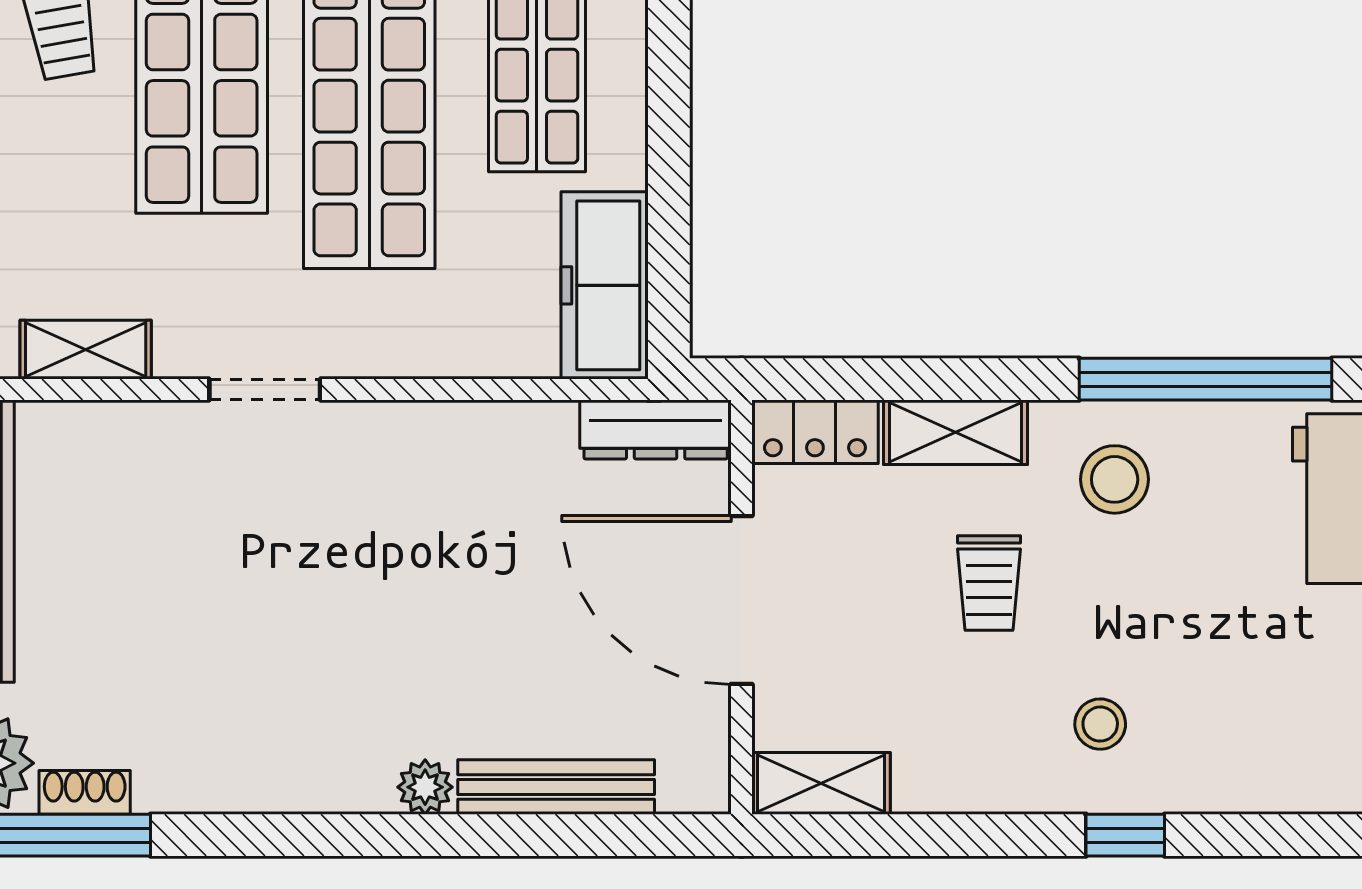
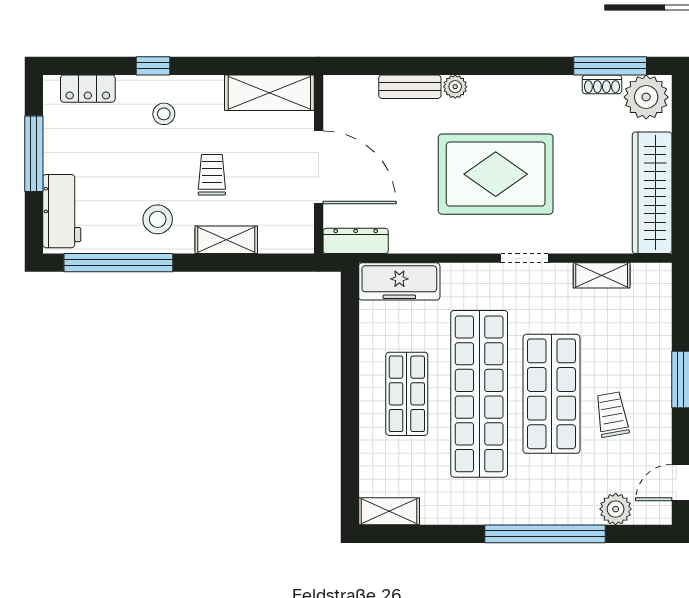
freezer: (605, 285) -> (399, 281), moved, turned 90
locker: (815, 432) -> (88, 89), moved, turned 180
rug: (331, 585) -> (496, 174), added
shelving: (821, 783) -> (269, 93), width x1.50, depth x1.33
bench: (556, 787) -> (410, 87), width x0.73

